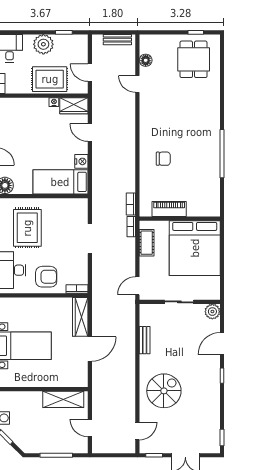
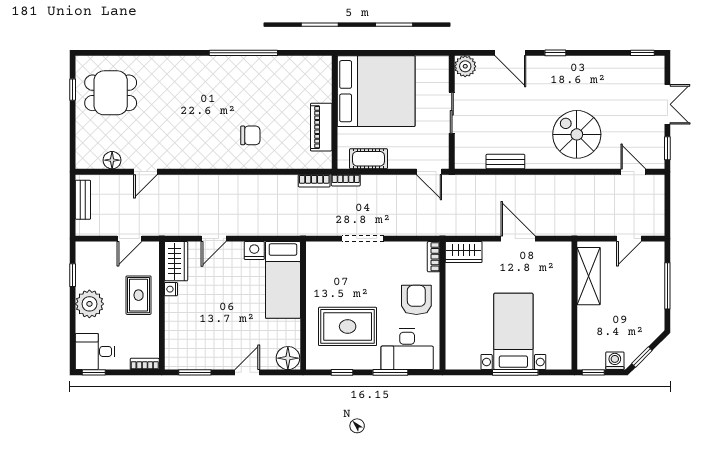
rug: (50, 79) -> (139, 295), width x0.73, depth x0.70
chair: (163, 159) -> (250, 135), turned 90
wardrobe: (80, 317) -> (464, 252), width x0.67

